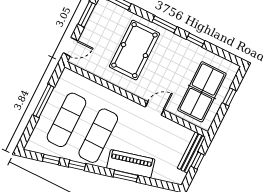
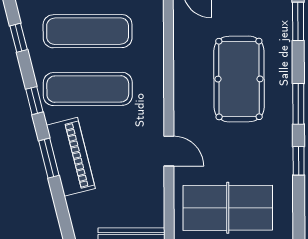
pool table: (134, 50) -> (239, 79), turned 90
window: (77, 165) -> (34, 101), moved

